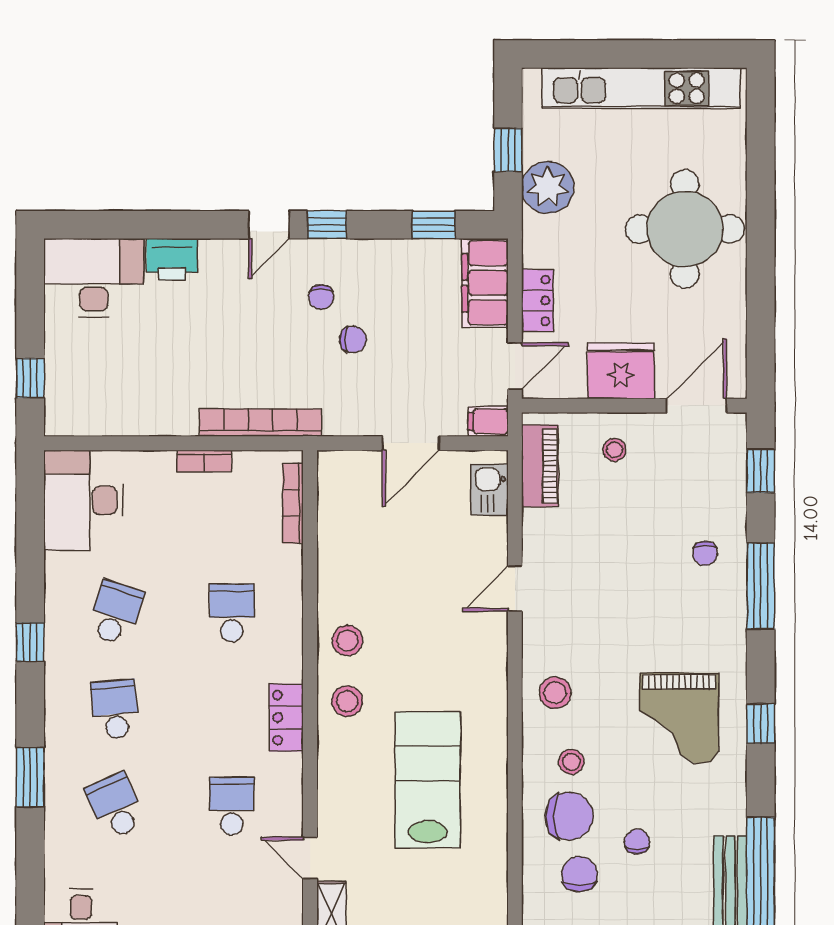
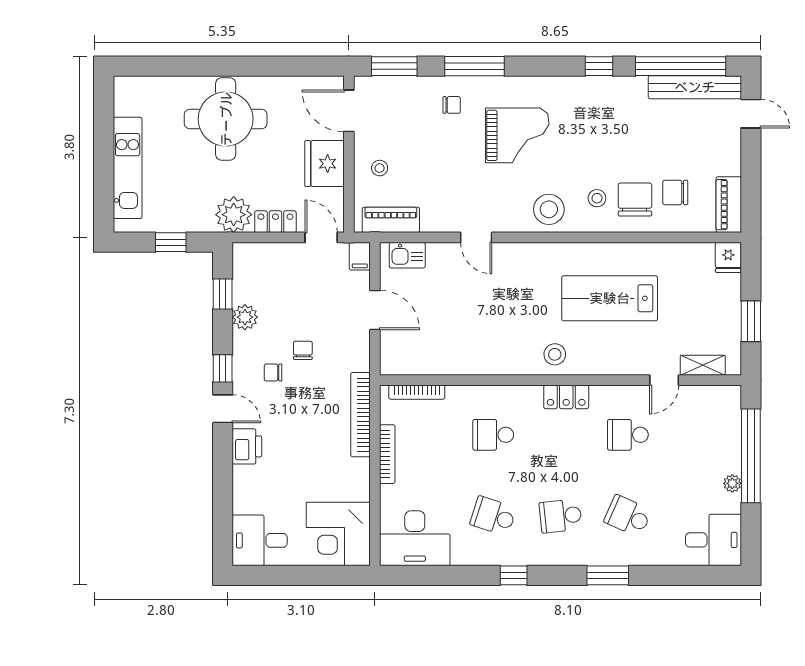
kitchen unit: (641, 88) -> (128, 168), width x0.73
plant: (548, 187) -> (234, 215), moved
plant: (400, 257) -> (245, 317), added
printer: (172, 259) -> (247, 446), moved
desk: (94, 278) -> (260, 540), width x0.73
filing cabinet: (485, 283) -> (263, 258), removed
chair: (321, 297) -> (273, 372), turned 180
window: (30, 378) -> (329, 575), removed
corner desk: (89, 391) -> (338, 534), added
bookcase: (204, 461) -> (387, 454), width x1.56
window: (761, 471) -> (394, 66), width x1.50
stool: (347, 641) -> (512, 354), removed
stool: (555, 693) -> (549, 209), width x1.38, depth x1.38
grand piano: (679, 718) -> (517, 135), moved
window: (761, 724) -> (599, 66), moved
school desk: (115, 806) -> (628, 516), turned 48
chair: (637, 842) -> (653, 152), removed

